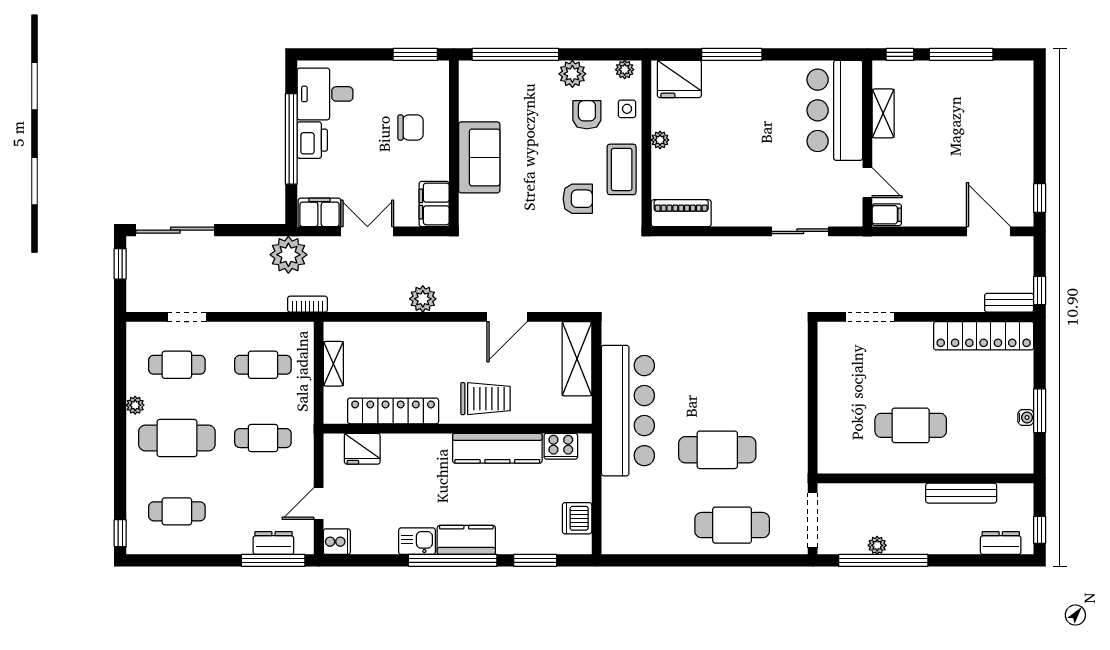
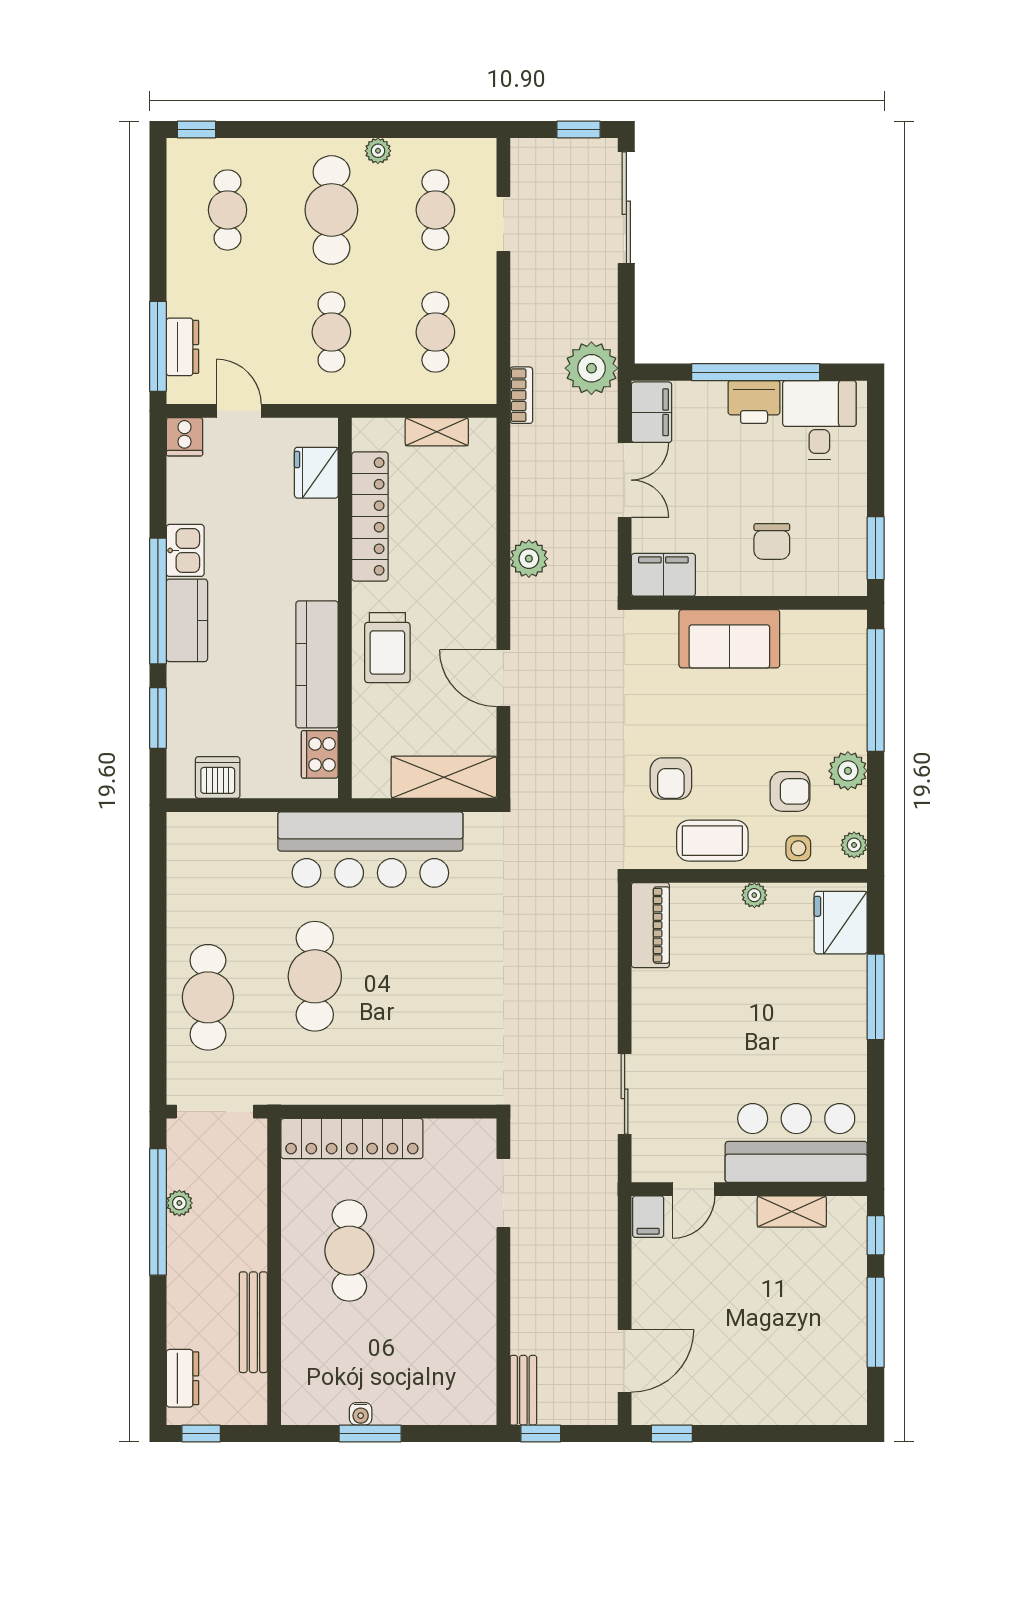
locker: (984, 336) -> (352, 1139), moved, turned -90

